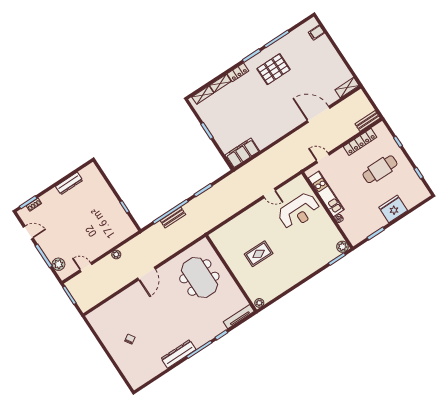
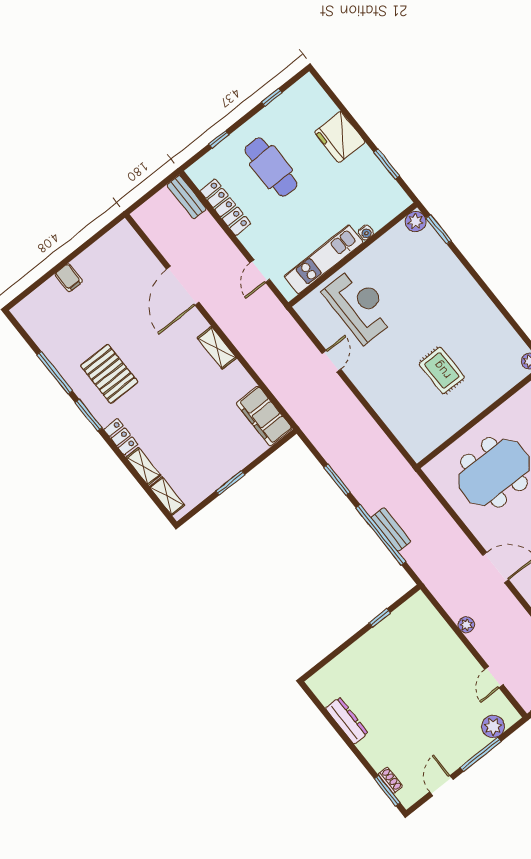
filing cabinet: (316, 33) -> (69, 278), moved
shelving: (347, 88) -> (217, 348), moved

